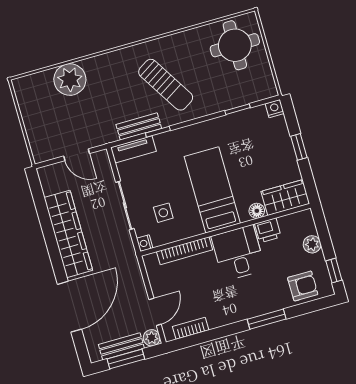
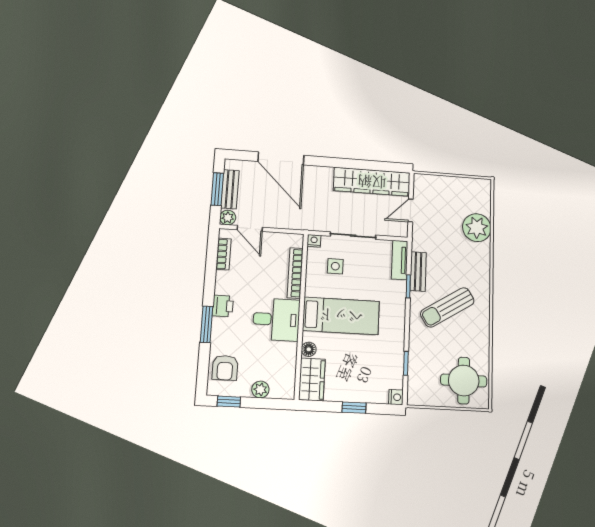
printer: (268, 230) -> (223, 306), moved, turned 180
wardrobe: (68, 234) -> (372, 182), moved

